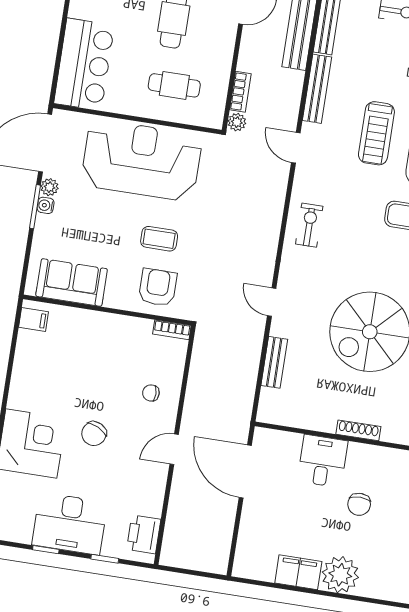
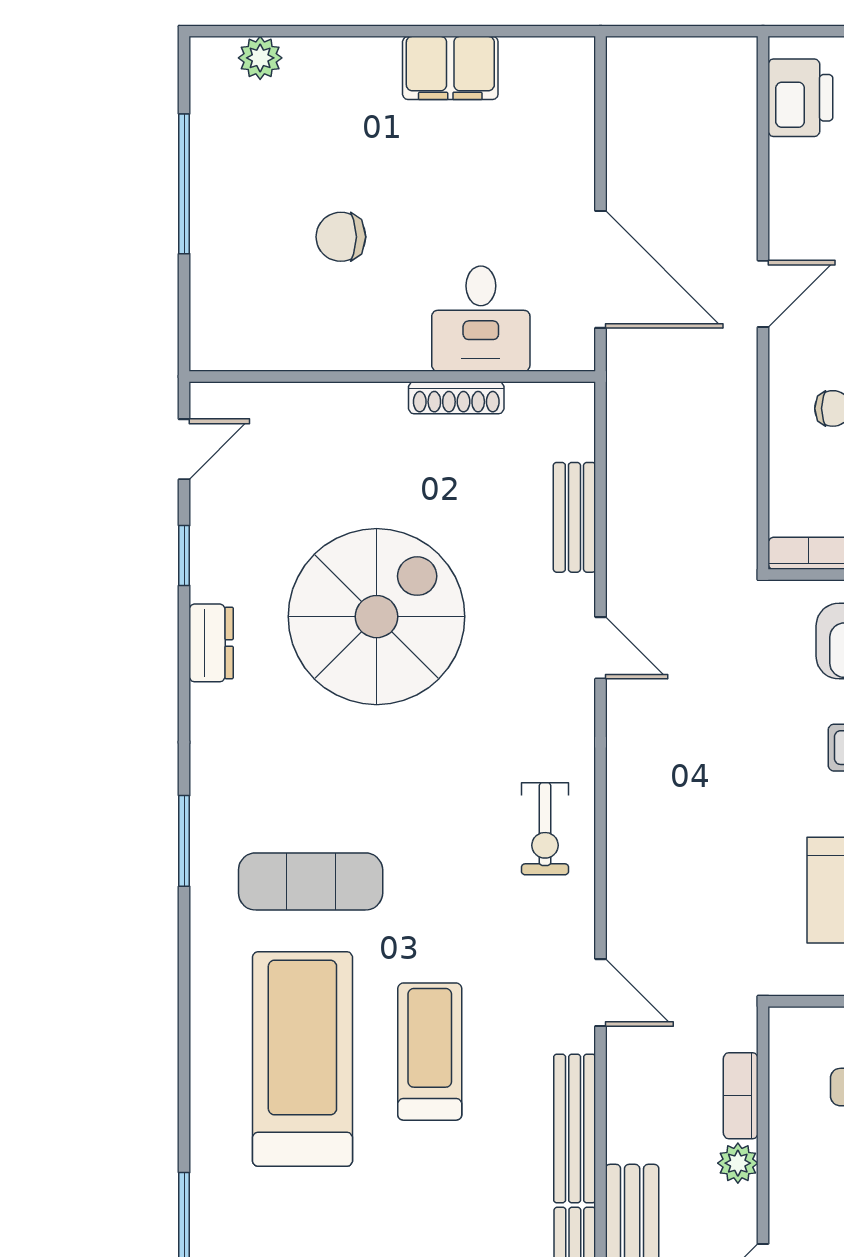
plant: (237, 122) -> (738, 1163), moved
shoe rack: (358, 430) -> (456, 398), moved
desk: (323, 461) -> (481, 319), moved
chair: (359, 504) -> (341, 237), turned -90
plant: (340, 575) -> (260, 58), moved, width x0.53, depth x0.53

